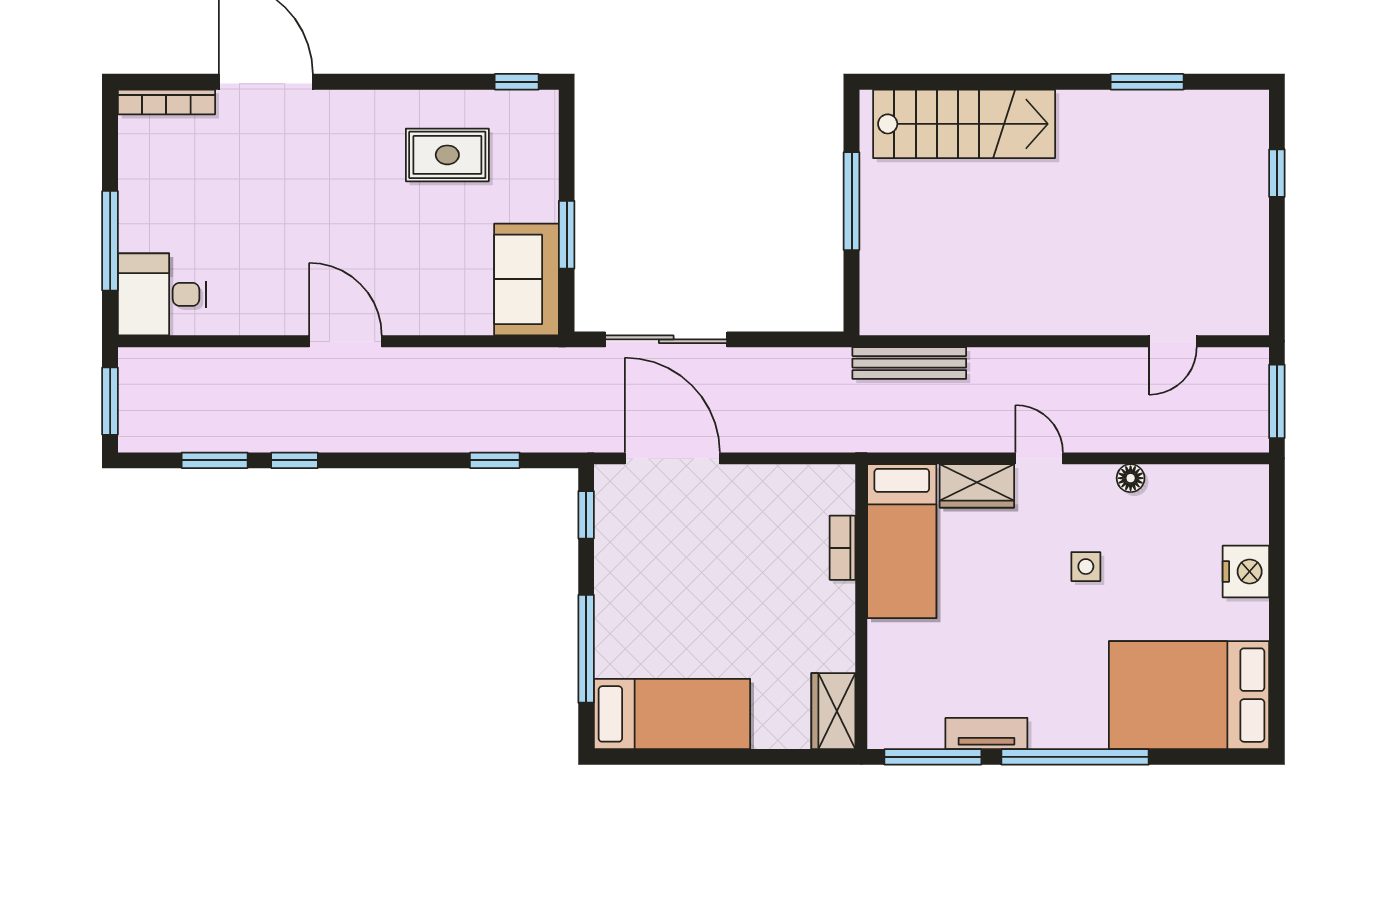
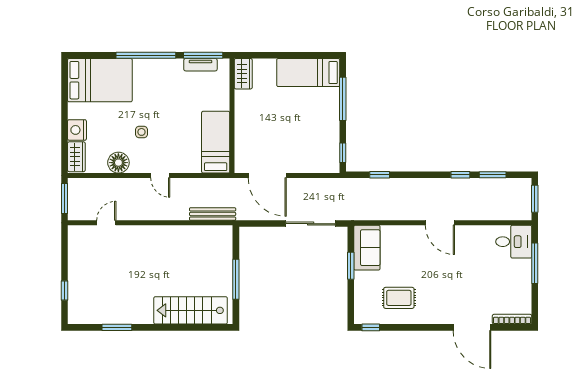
door: (672, 458) -> (267, 176), moved
floor lamp: (1131, 478) -> (118, 163), width x1.89, depth x1.89
wardrobe: (977, 486) -> (76, 157), moved, turned 90
bookcase: (843, 548) -> (240, 140), removed
tv unit: (986, 733) -> (200, 65), moved

